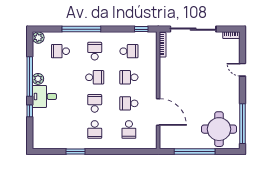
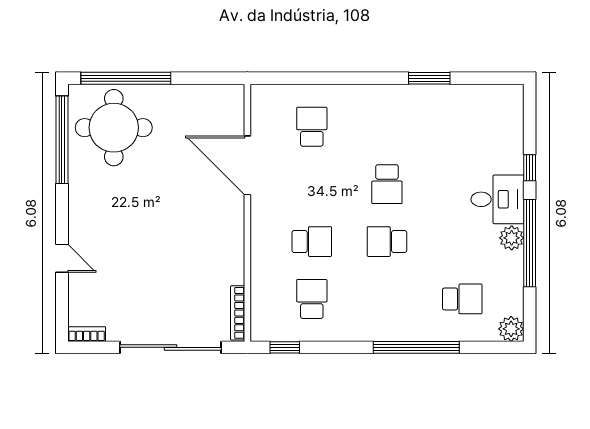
school desk: (95, 51) -> (387, 299), removed
school desk: (129, 51) -> (312, 299), turned 90
school desk: (129, 103) -> (312, 184), removed
school desk: (95, 130) -> (387, 127), removed
window: (195, 152) -> (126, 78), moved

